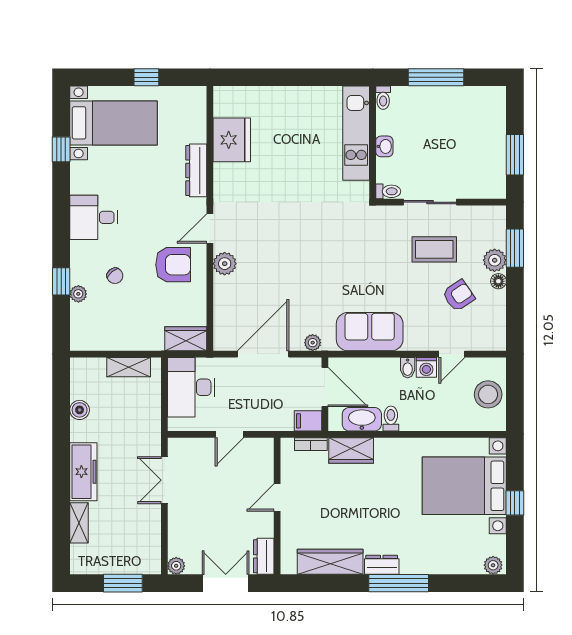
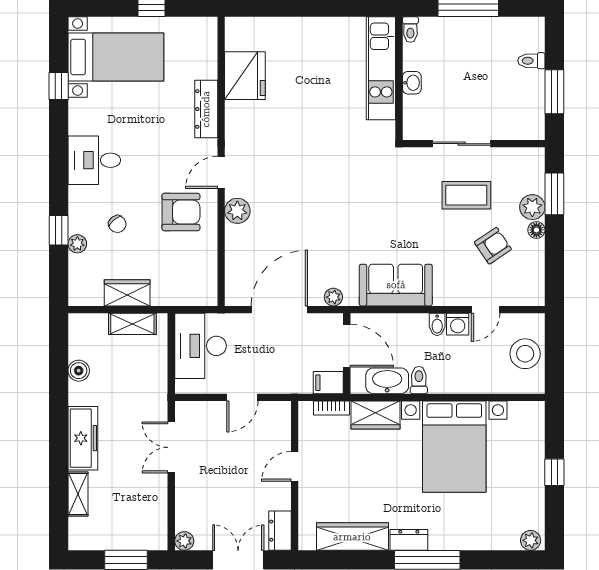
toilet: (388, 191) -> (531, 61), moved, turned 180
wardrobe: (186, 339) -> (127, 293), moved
bed with nightstands: (464, 486) -> (454, 447), moved, turned -90

